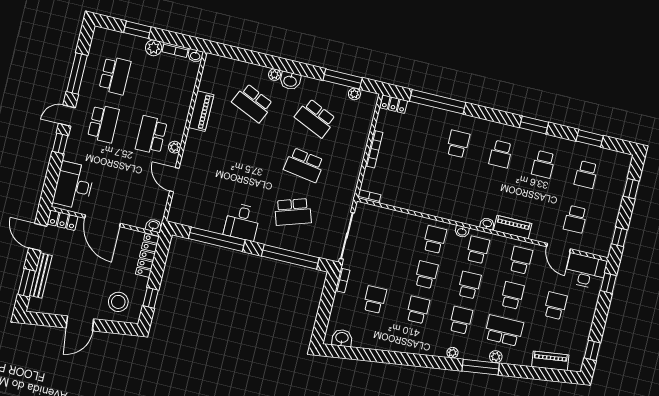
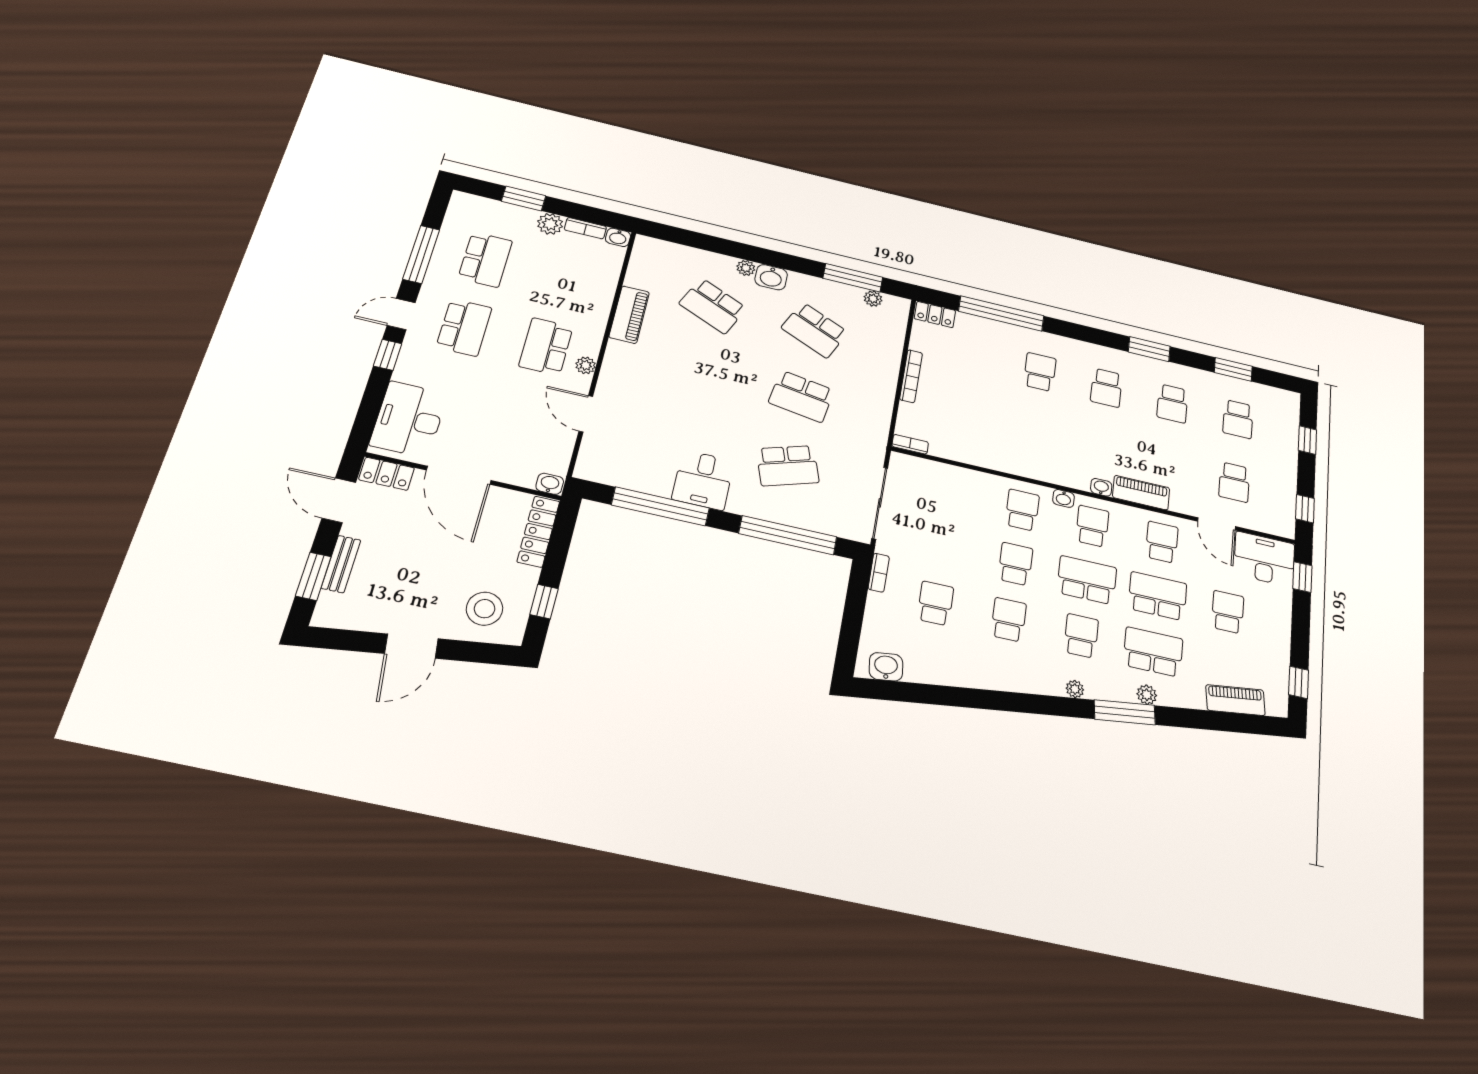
bench: (41, 275) -> (341, 564), width x0.73
school desk: (469, 285) -> (1087, 580), width x1.85
school desk: (512, 295) -> (1158, 596), width x1.85

